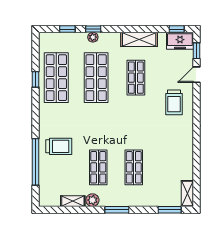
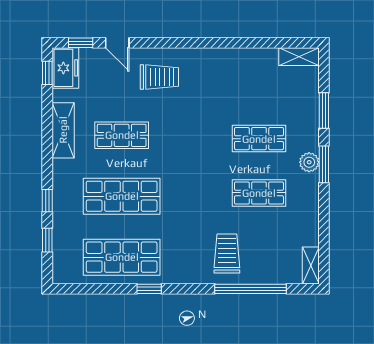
plant: (93, 37) -> (60, 201), removed
window: (36, 79) -> (149, 289), moved
plant: (92, 200) -> (309, 162), moved
shelving: (73, 201) -> (311, 266), moved
window: (170, 210) -> (324, 111), moved

